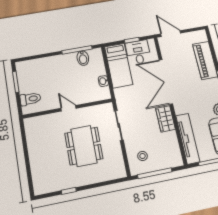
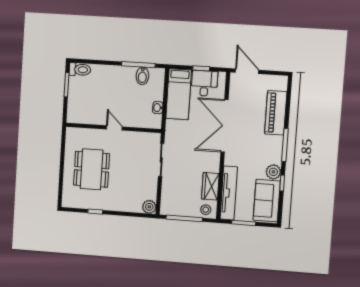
toilet: (30, 99) -> (80, 70), moved
wardrobe: (165, 119) -> (210, 186), moved
dining table: (84, 146) -> (92, 169), moved
stool: (143, 156) -> (206, 210), moved
plant: (119, 172) -> (149, 207), added

